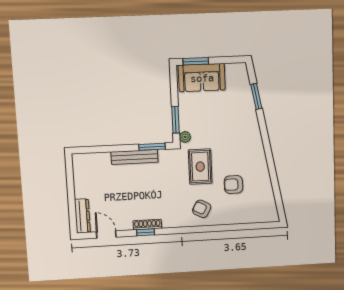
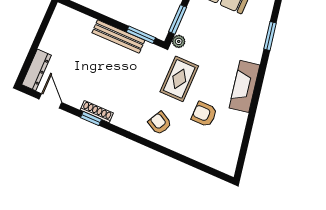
fireplace: (255, 147) -> (244, 86), added

